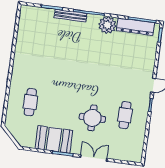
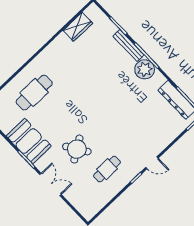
plant: (107, 25) -> (145, 69), moved
wardrobe: (24, 31) -> (78, 27), added
cafe table: (30, 102) -> (34, 93), width x1.37, depth x1.35
round table: (92, 118) -> (77, 149), turned -33

